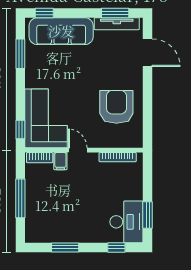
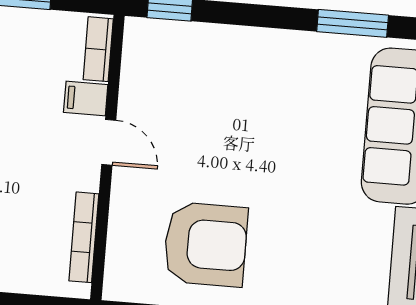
corner sofa: (46, 118) -> (192, 72), removed
door: (78, 150) -> (109, 142), hinge flipped

